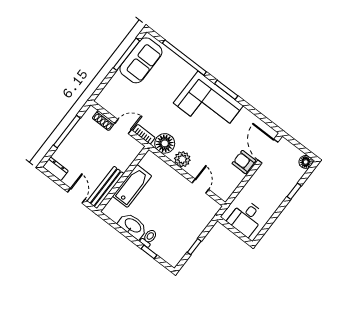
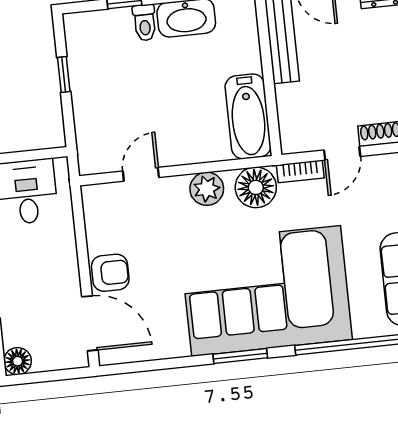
corner sofa: (208, 104) -> (266, 291), width x1.36, depth x1.36
bathtub: (132, 186) -> (248, 116), moved
door: (200, 186) -> (141, 174), swing flipped

